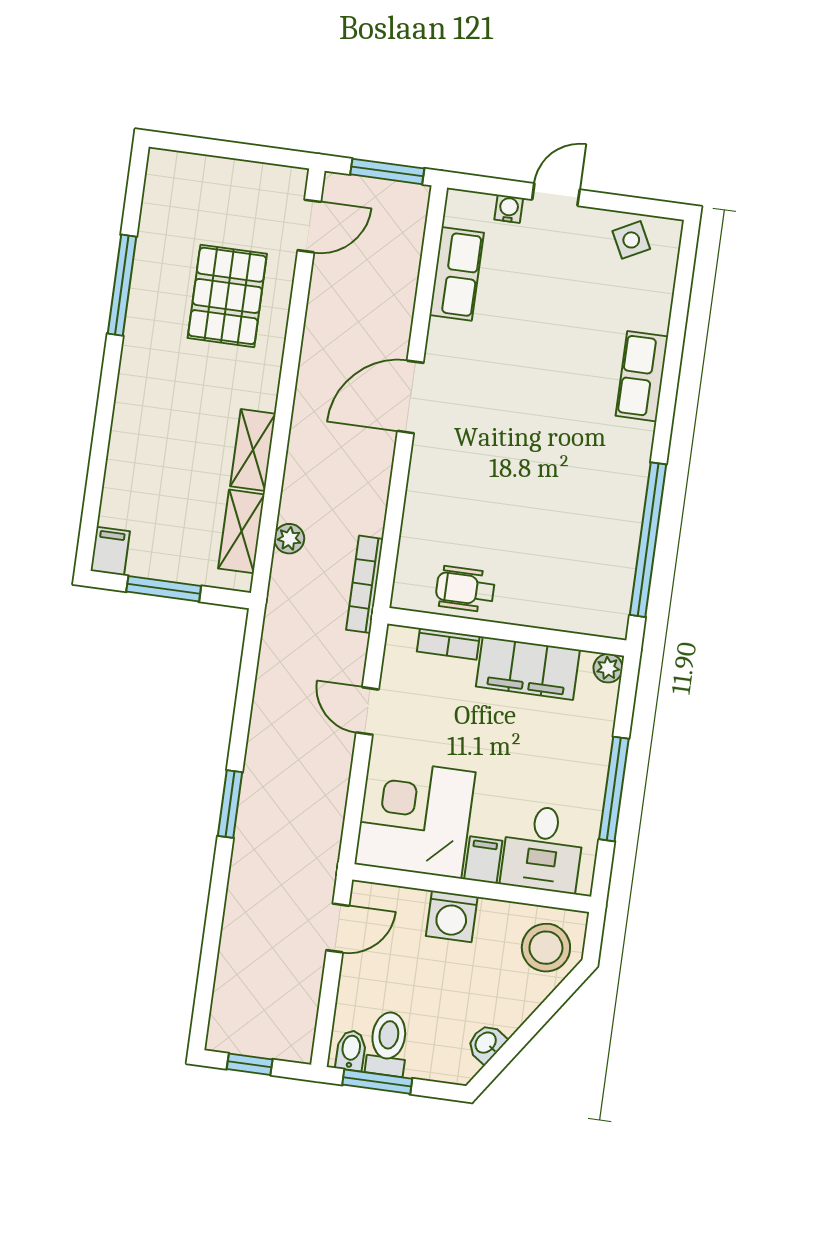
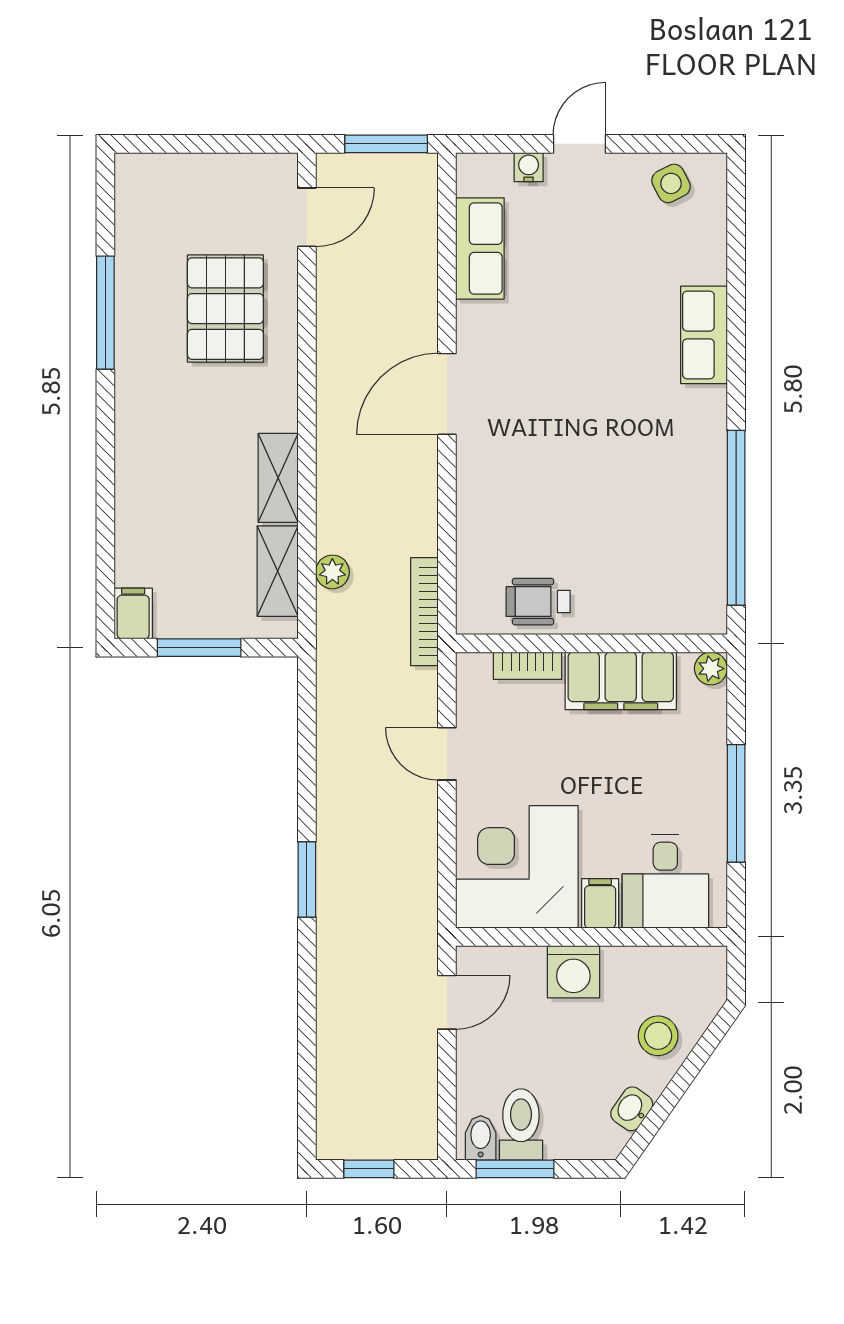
stool: (546, 948) -> (658, 1036), moved, width x0.73, depth x0.73

